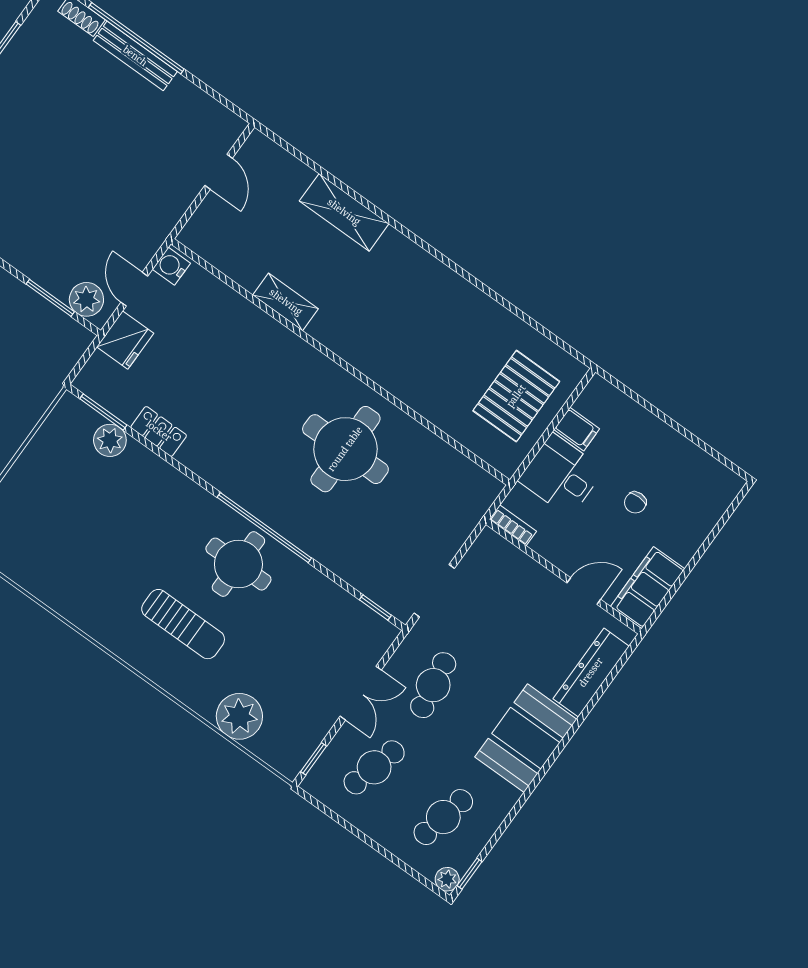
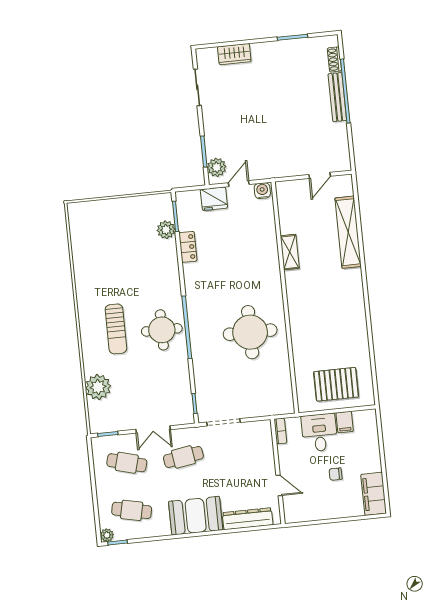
shelving: (344, 212) -> (348, 232), width x1.47
filing cabinet: (648, 588) -> (374, 494), moved, turned -90

